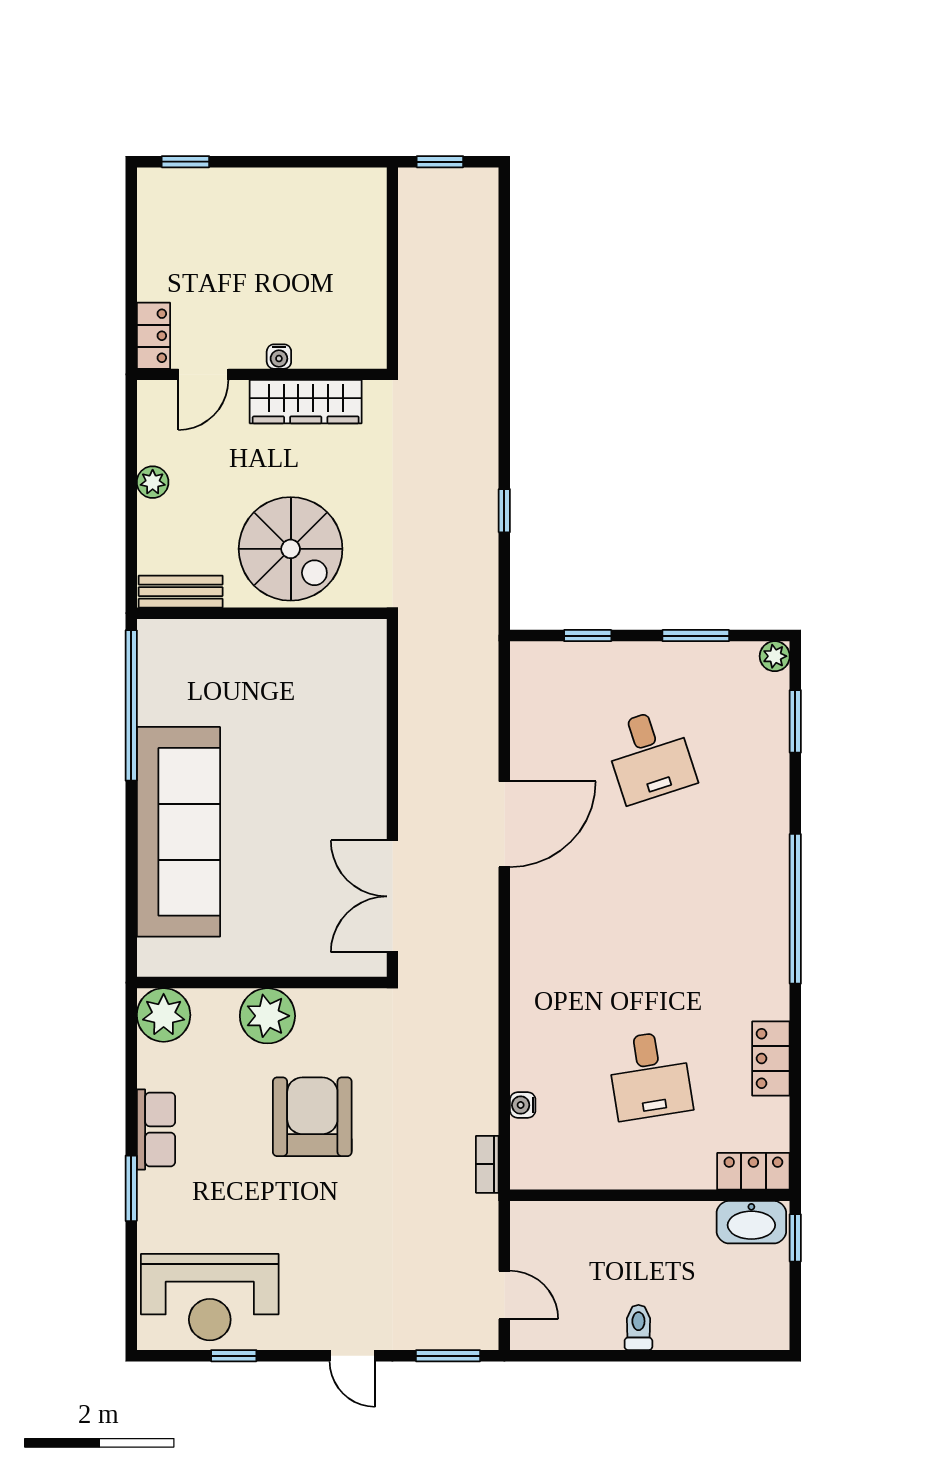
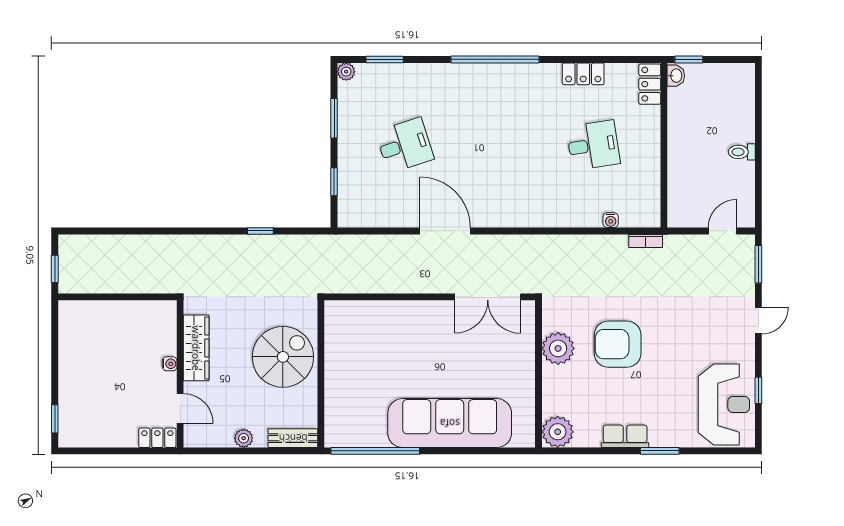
bench: (181, 592) -> (293, 438), moved, turned 90
plant: (267, 1016) -> (558, 348), moved
washbasin: (751, 1222) -> (676, 76), width x0.52, depth x0.69

